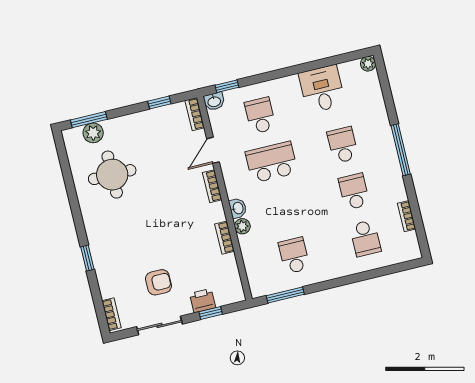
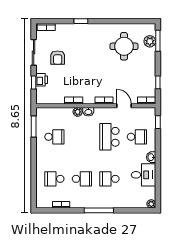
washbasin: (214, 101) -> (151, 157), moved
school desk: (343, 145) -> (109, 179), turned 180
school desk: (272, 162) -> (109, 137), turned 180

